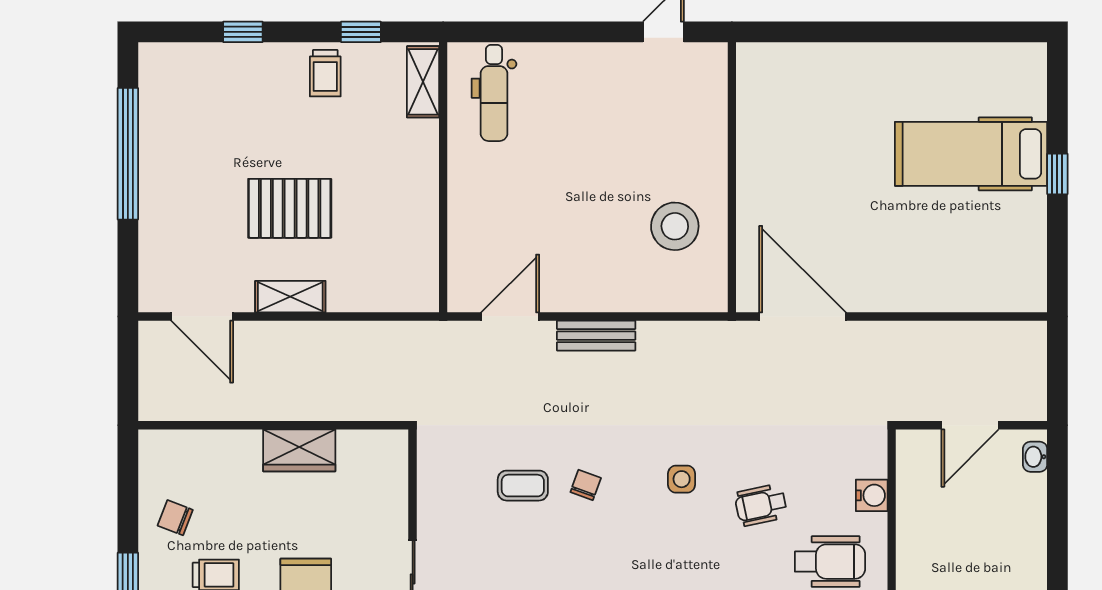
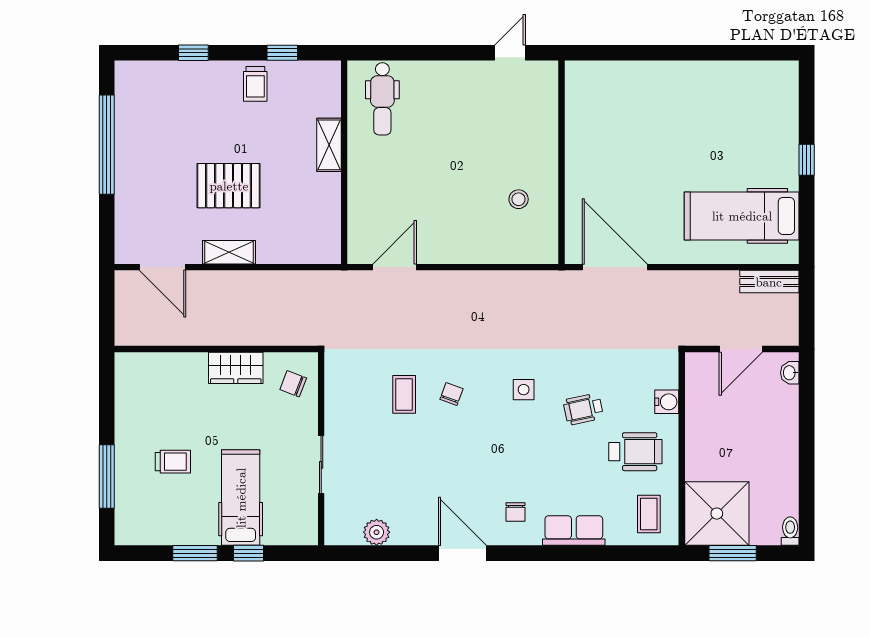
shelving: (423, 82) -> (329, 145), moved
hospital bed: (971, 154) -> (742, 216), moved
stool: (675, 226) -> (519, 199), width x0.53, depth x0.53
bench: (596, 336) -> (769, 282), moved
coffee table: (523, 486) -> (404, 394), turned 90
chair: (175, 518) -> (293, 384), moved

